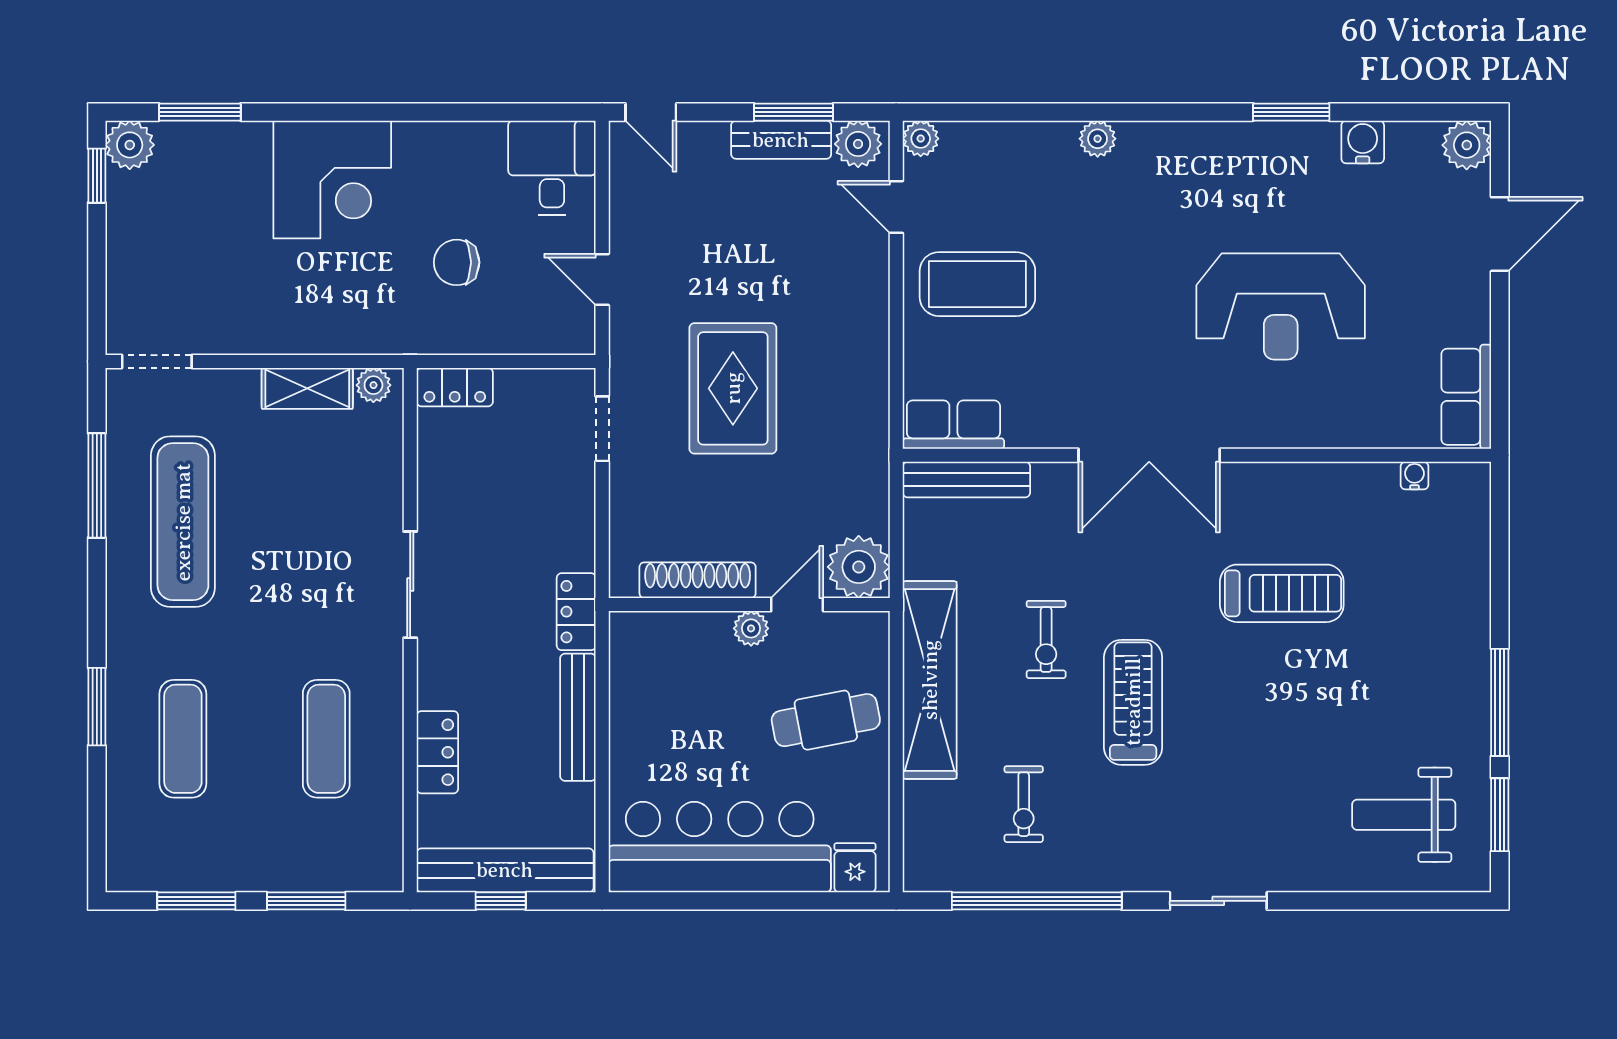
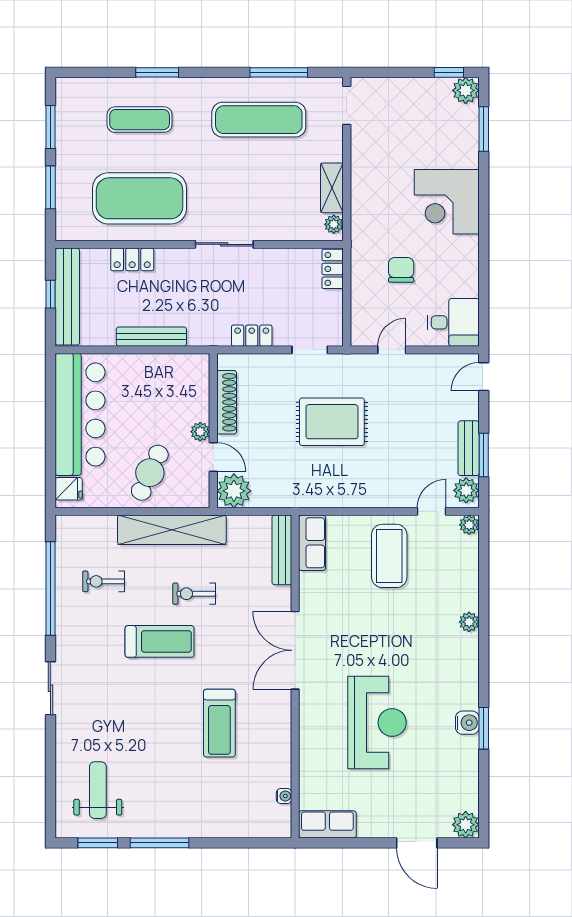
water cooler: (1363, 142) -> (467, 723), moved
reception desk: (1281, 306) -> (377, 723), turned 180
locker: (576, 612) -> (252, 336), moved
cafe table: (826, 720) -> (150, 473), turned 36
exercise mat: (326, 739) -> (140, 198), width x2.00, depth x1.45

